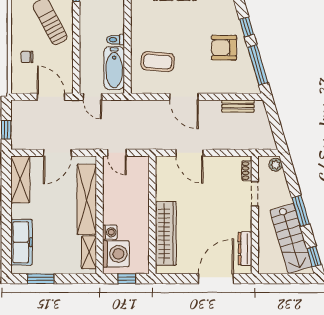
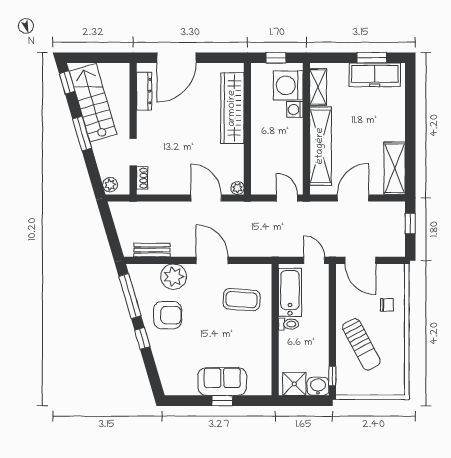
plant: (219, 82) -> (174, 277), added
plant: (161, 162) -> (237, 188), added
freezer: (22, 242) -> (375, 75), moved, turned -90

